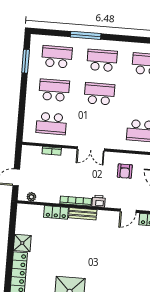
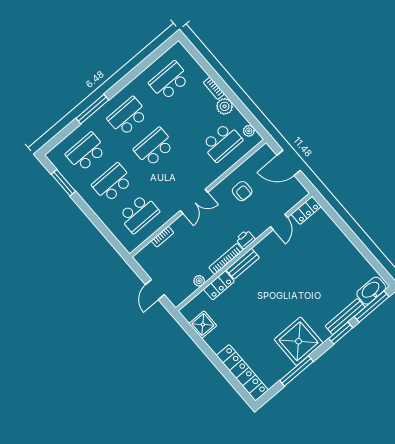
plant: (31, 197) -> (199, 281), moved
shower: (22, 243) -> (203, 325), moved

